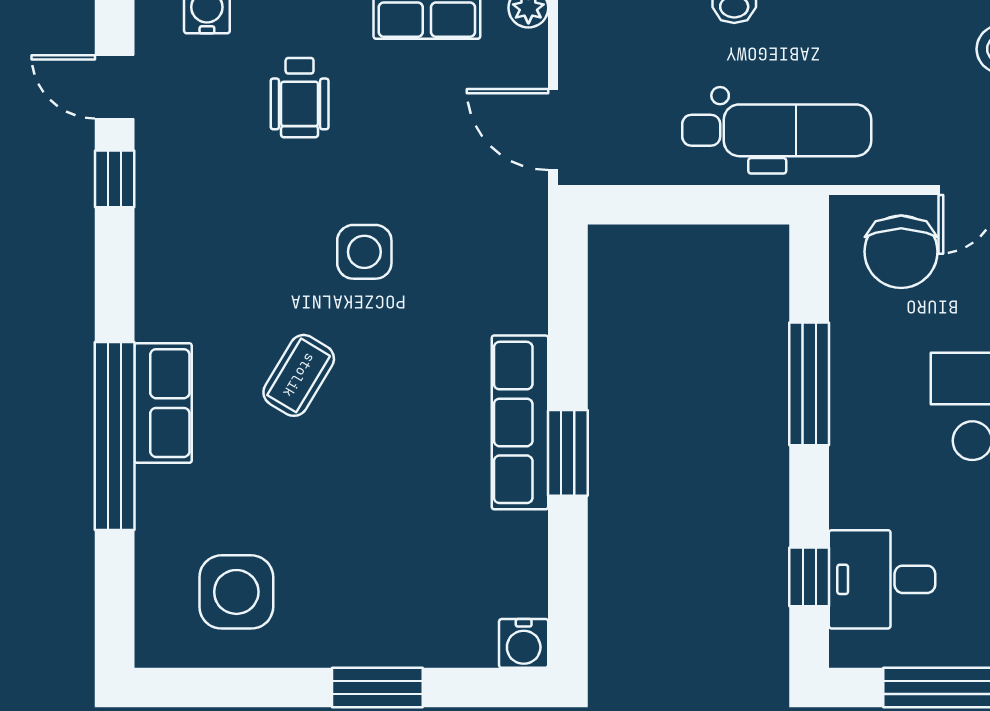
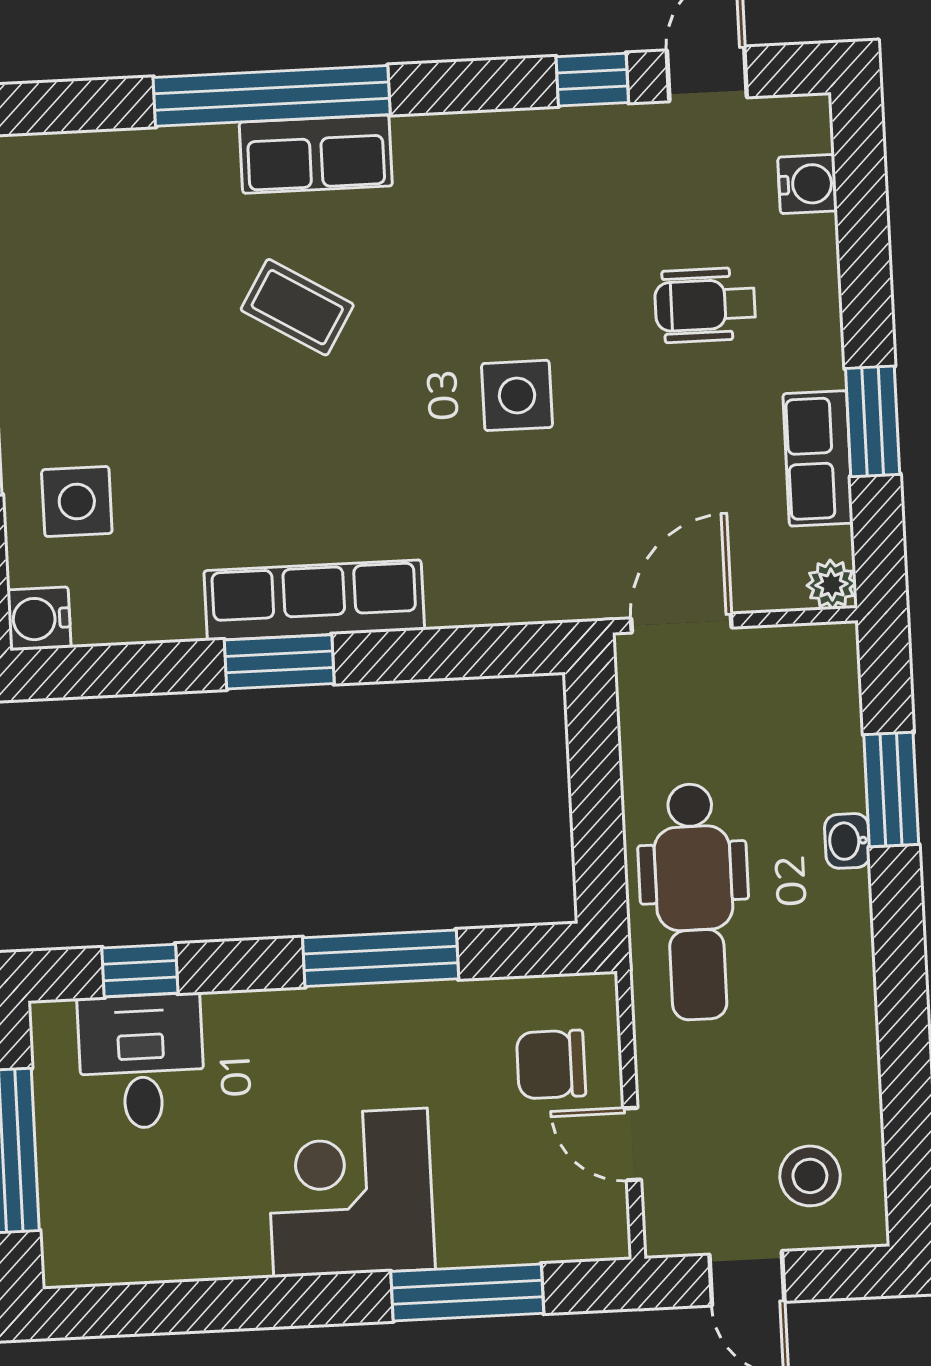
chair: (901, 252) -> (551, 1064), width x0.73, depth x0.73
coffee table: (299, 375) -> (297, 307), moved
side table: (236, 592) -> (77, 502), moved, width x0.73, depth x0.73

